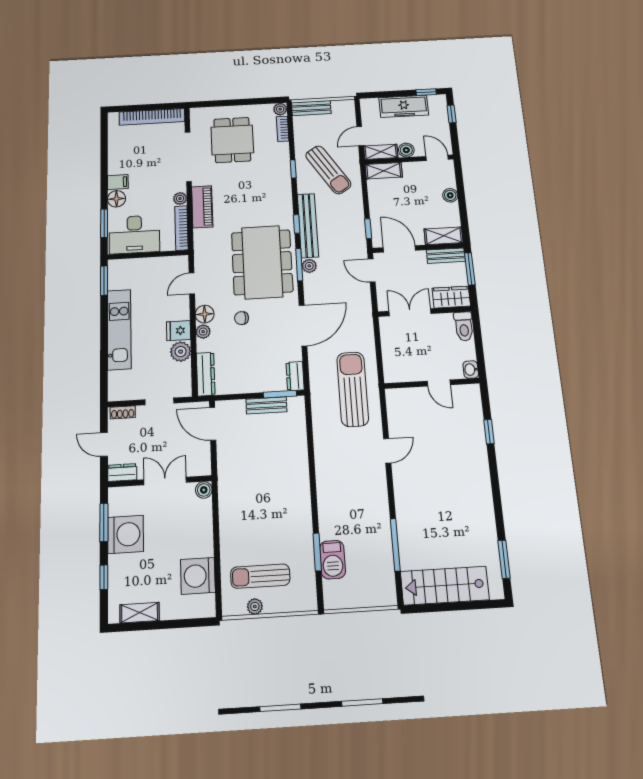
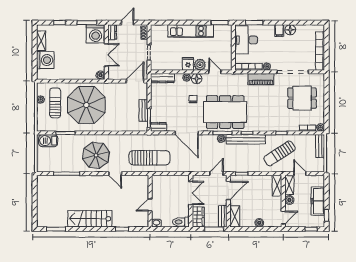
floor lamp: (116, 199) -> (290, 30), moved
plant: (181, 352) -> (200, 65), moved
parasol: (356, 489) -> (96, 155), added
parasol: (261, 514) -> (86, 105), added
washing machine: (126, 534) -> (96, 34), moved
barbecue: (333, 560) -> (48, 141), moved
washing machine: (198, 576) -> (45, 60), moved, turned 90
stairs: (445, 586) -> (90, 219), moved, turned -90

